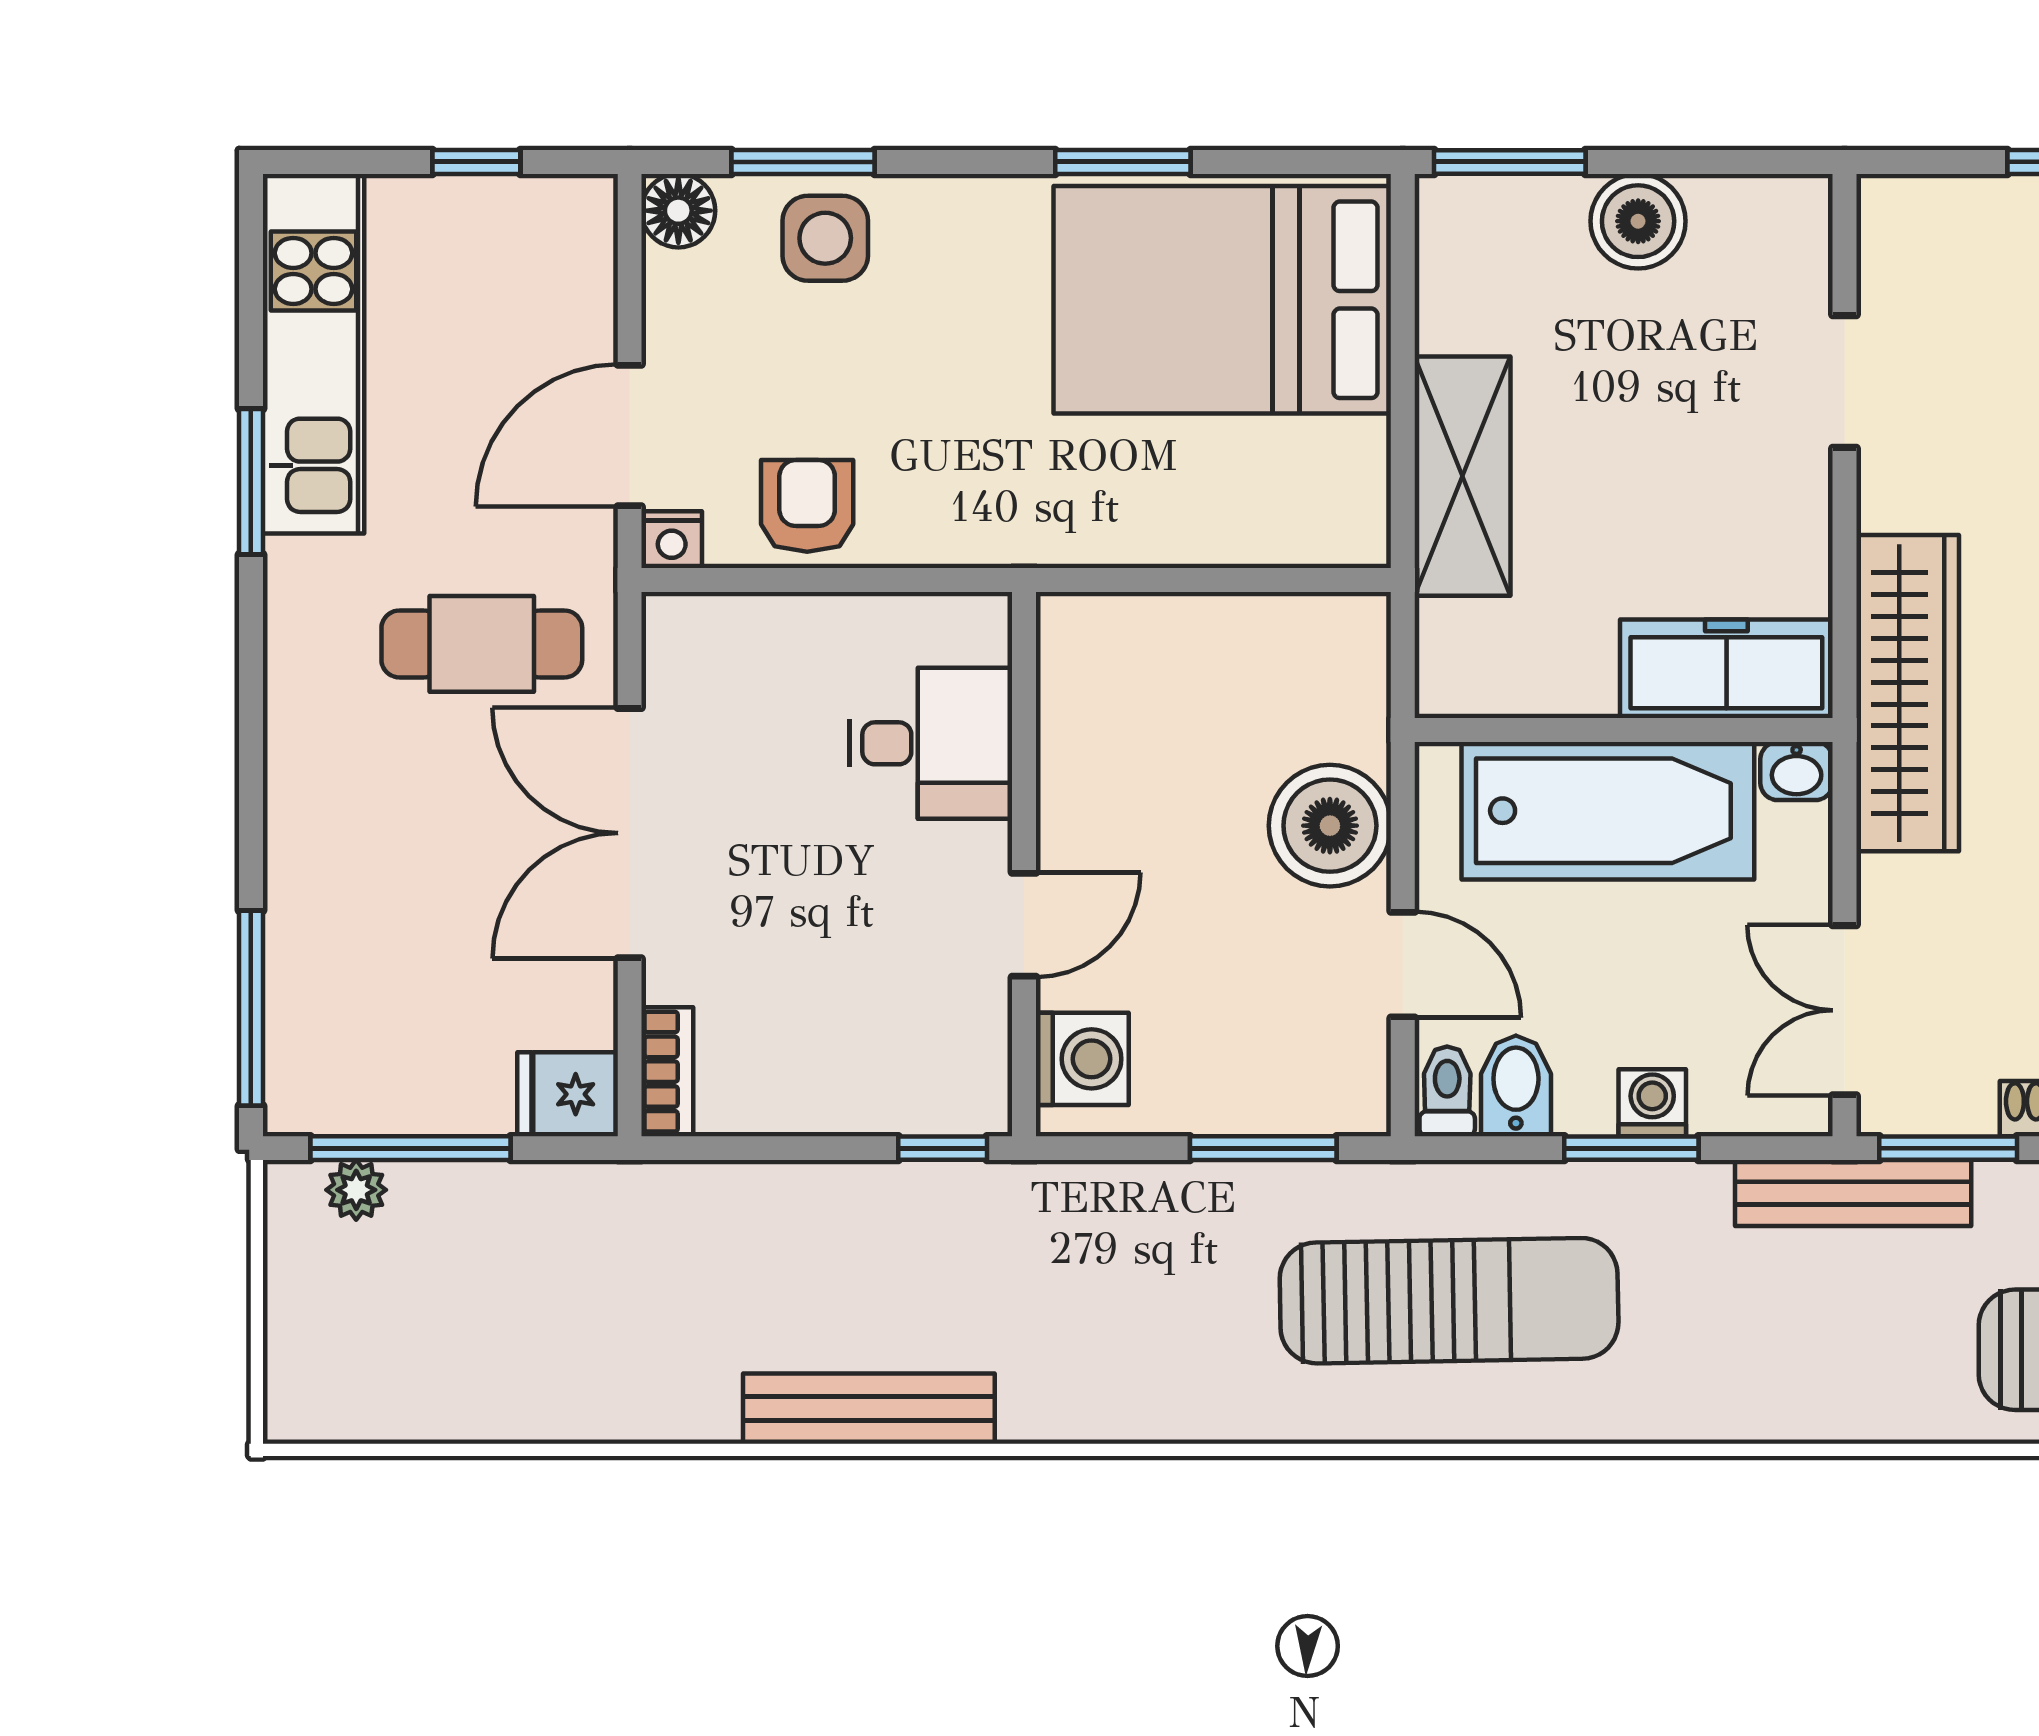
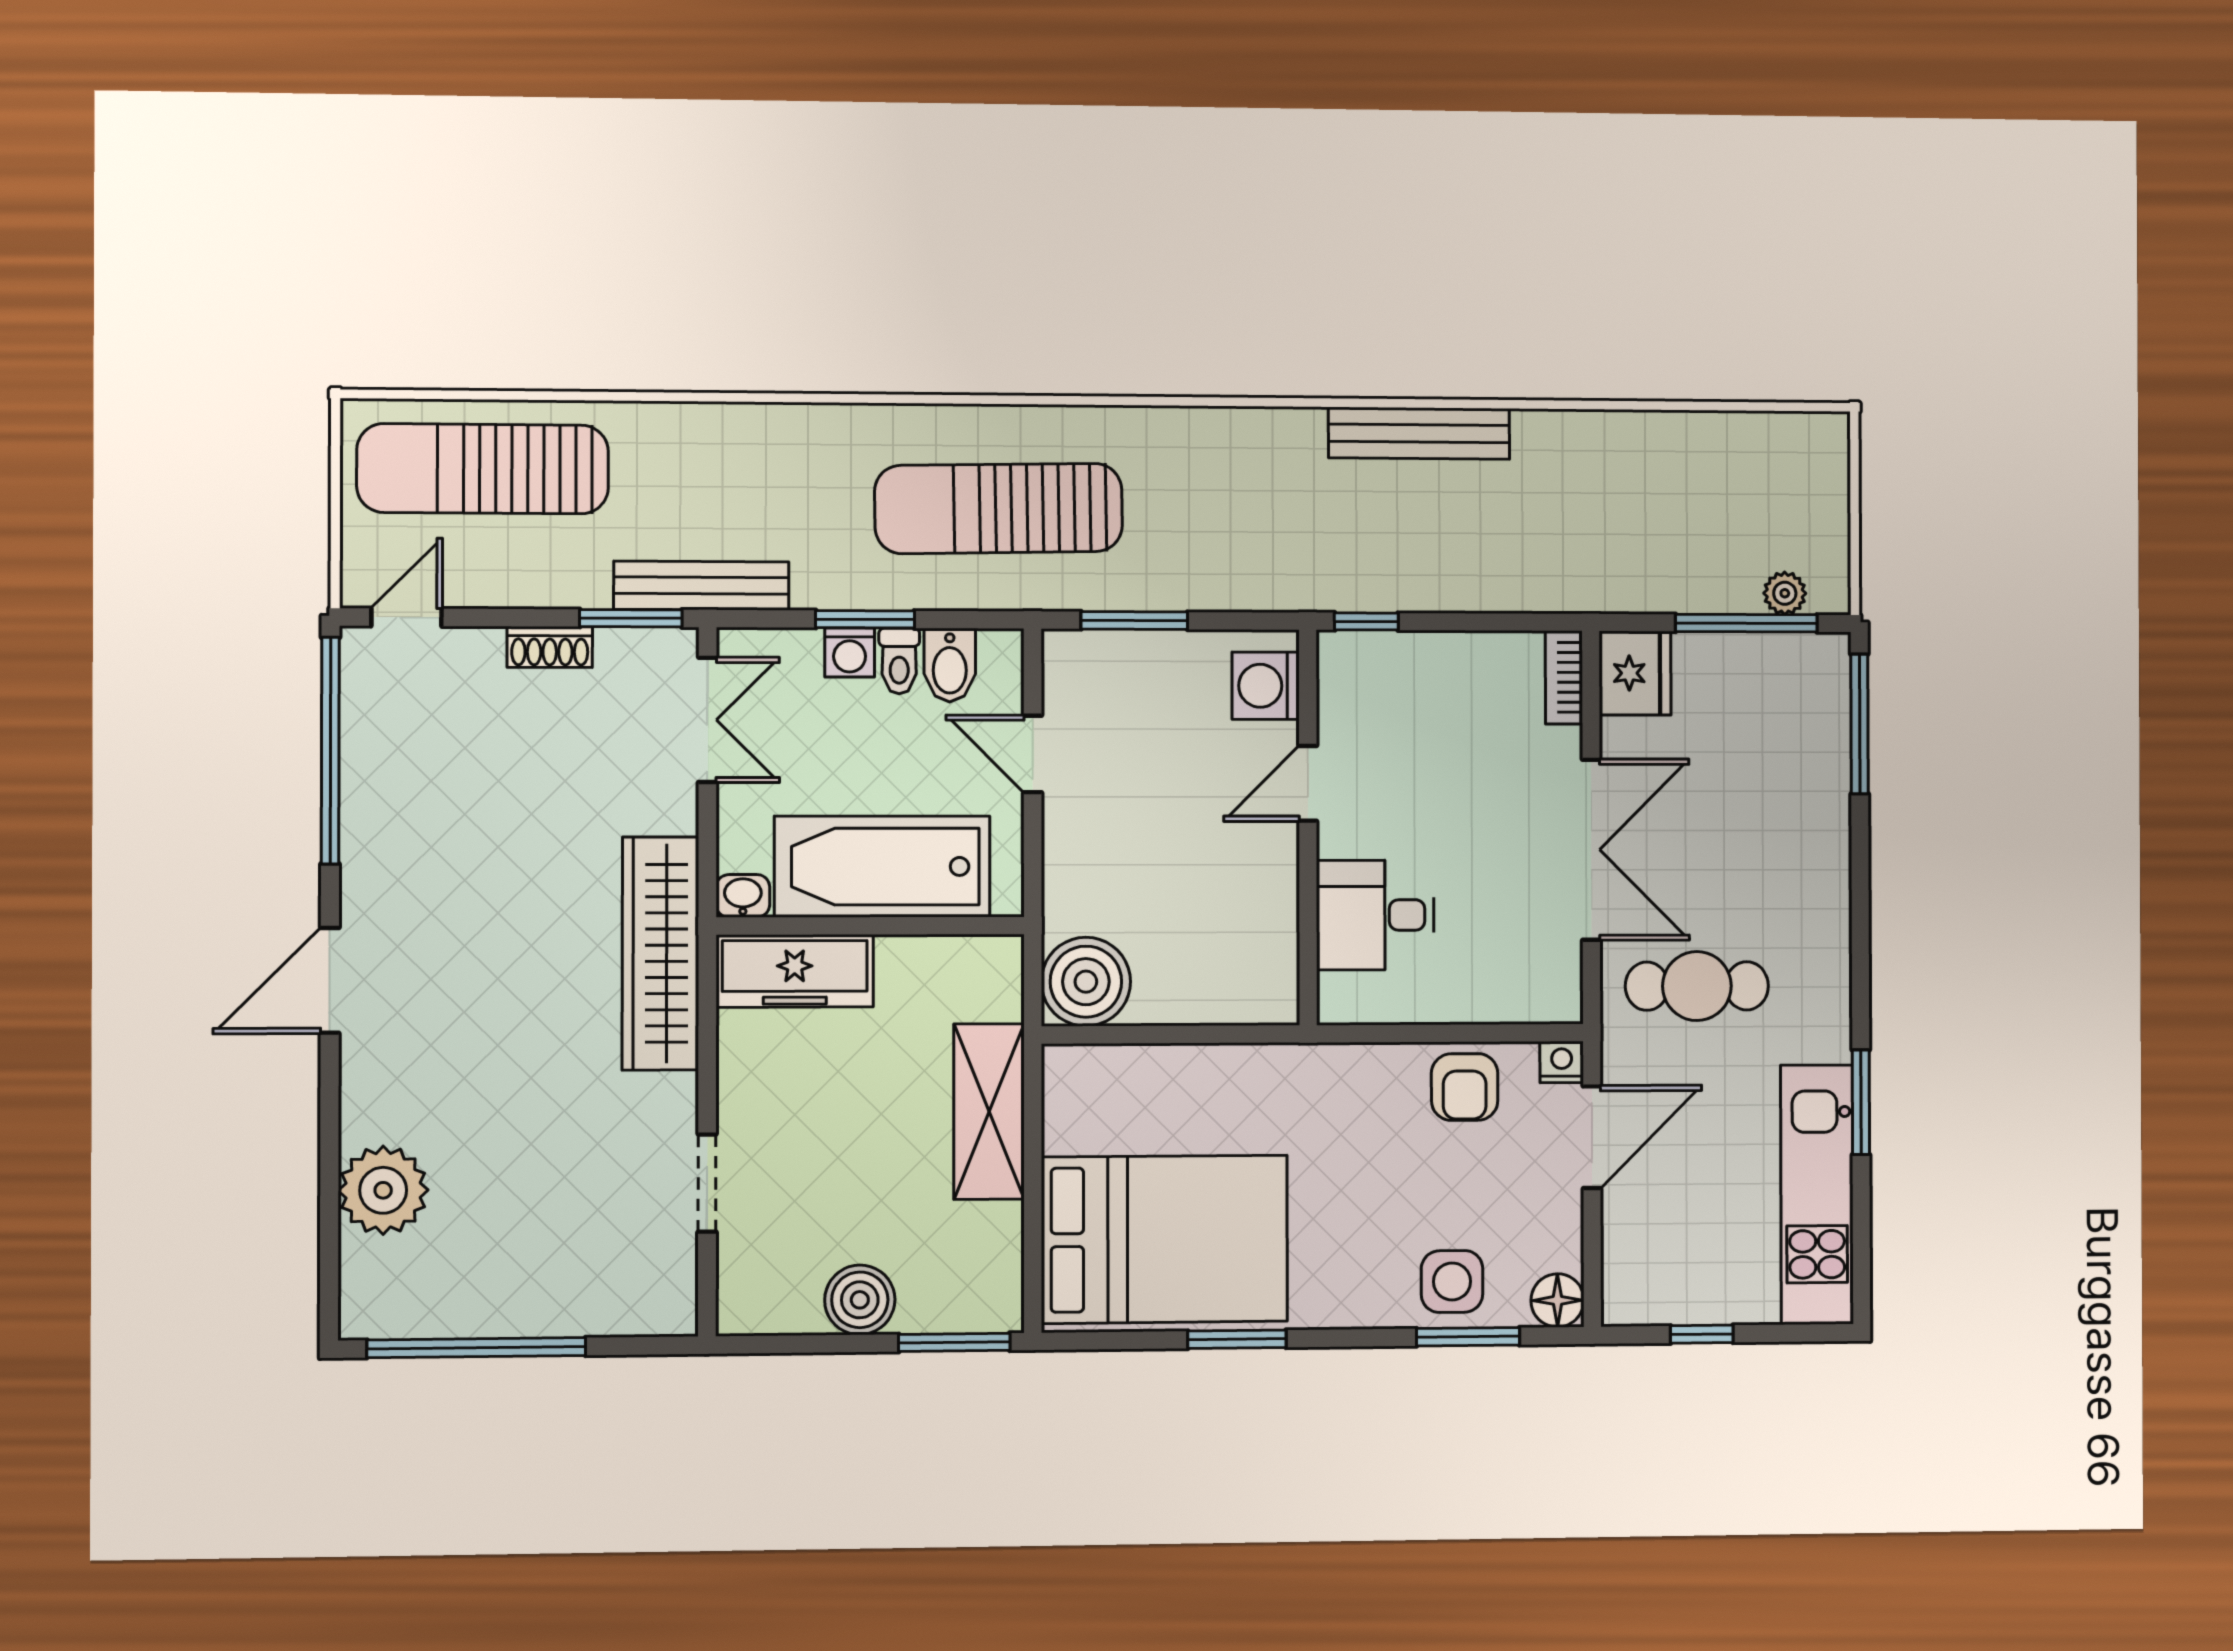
boiler: (1330, 826) -> (1086, 982), moved
toilet: (1447, 1091) -> (899, 661), moved
fridge: (568, 1094) -> (1635, 673), width x1.38

